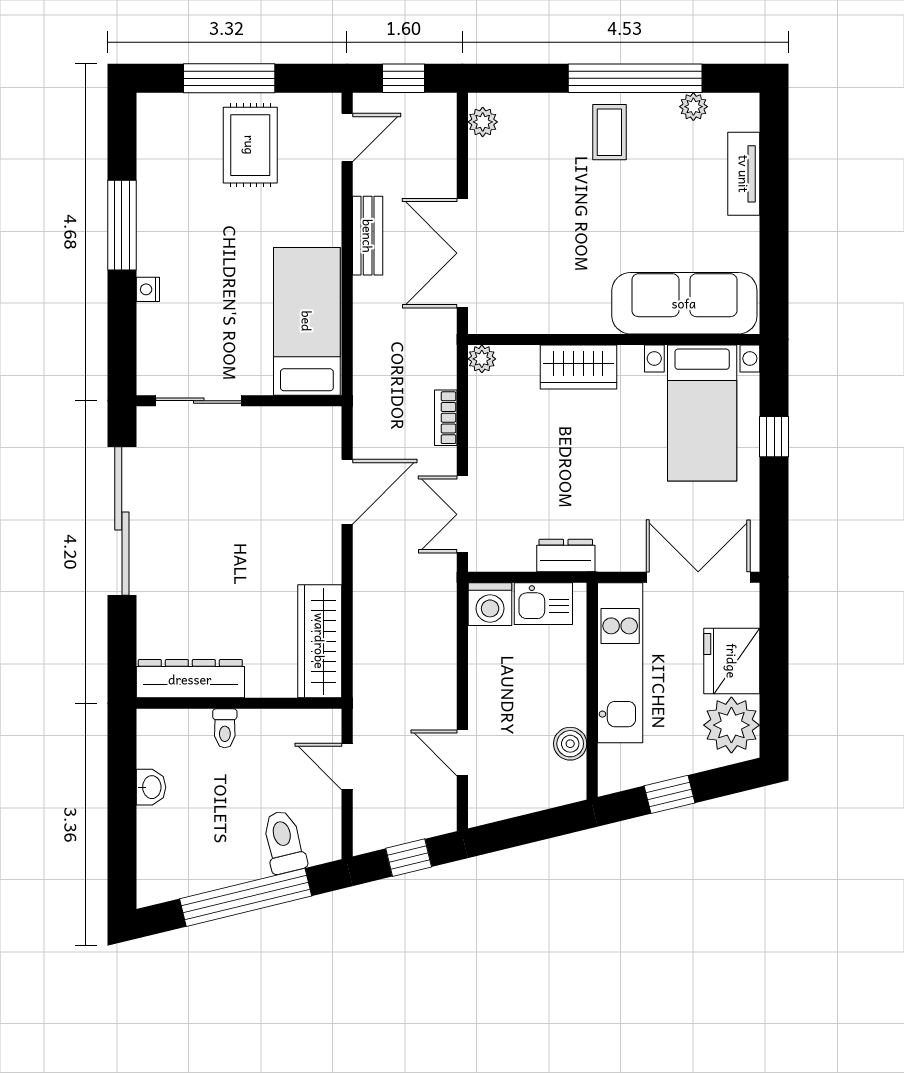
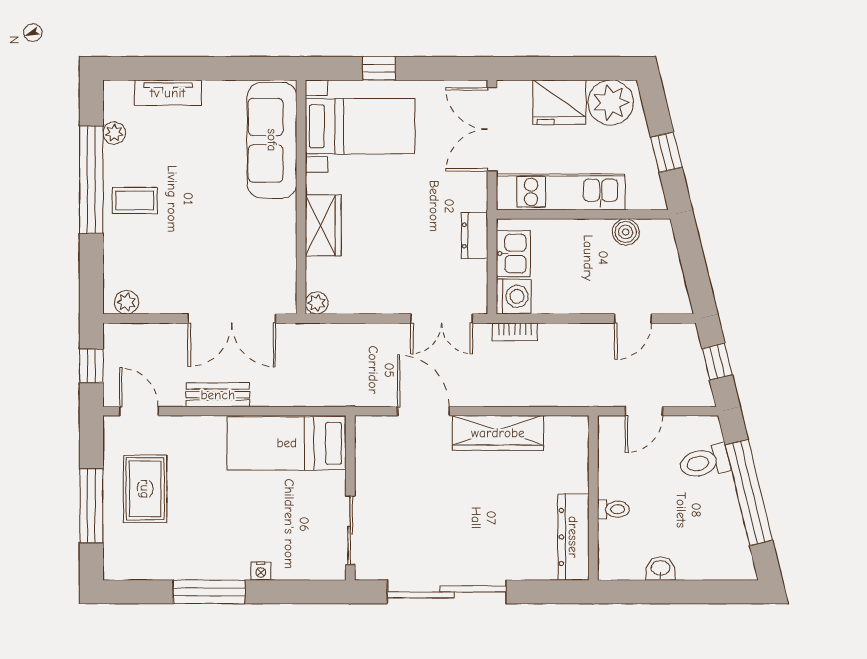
rug: (250, 145) -> (145, 489), turned 90
bookcase: (446, 418) -> (515, 332), moved
wardrobe: (320, 641) -> (498, 433), moved

